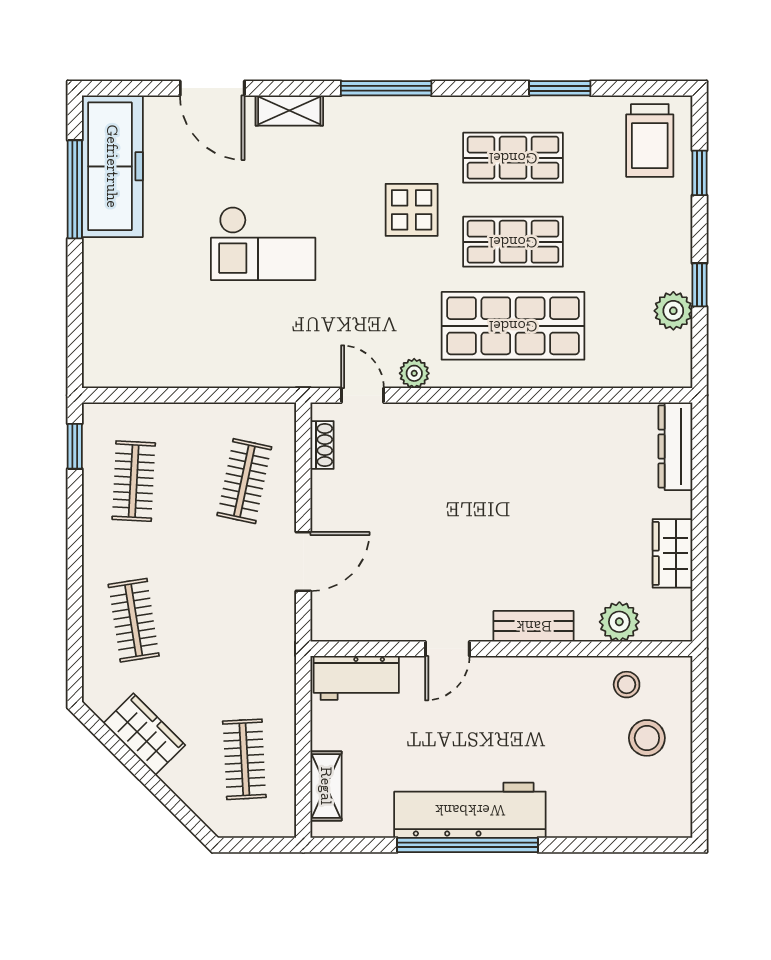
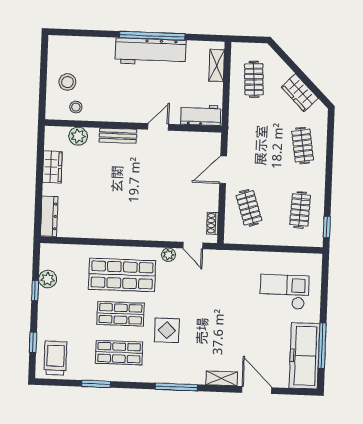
checkout: (263, 243) -> (284, 292), moved
clothes rail: (244, 481) -> (249, 208), turned -30

